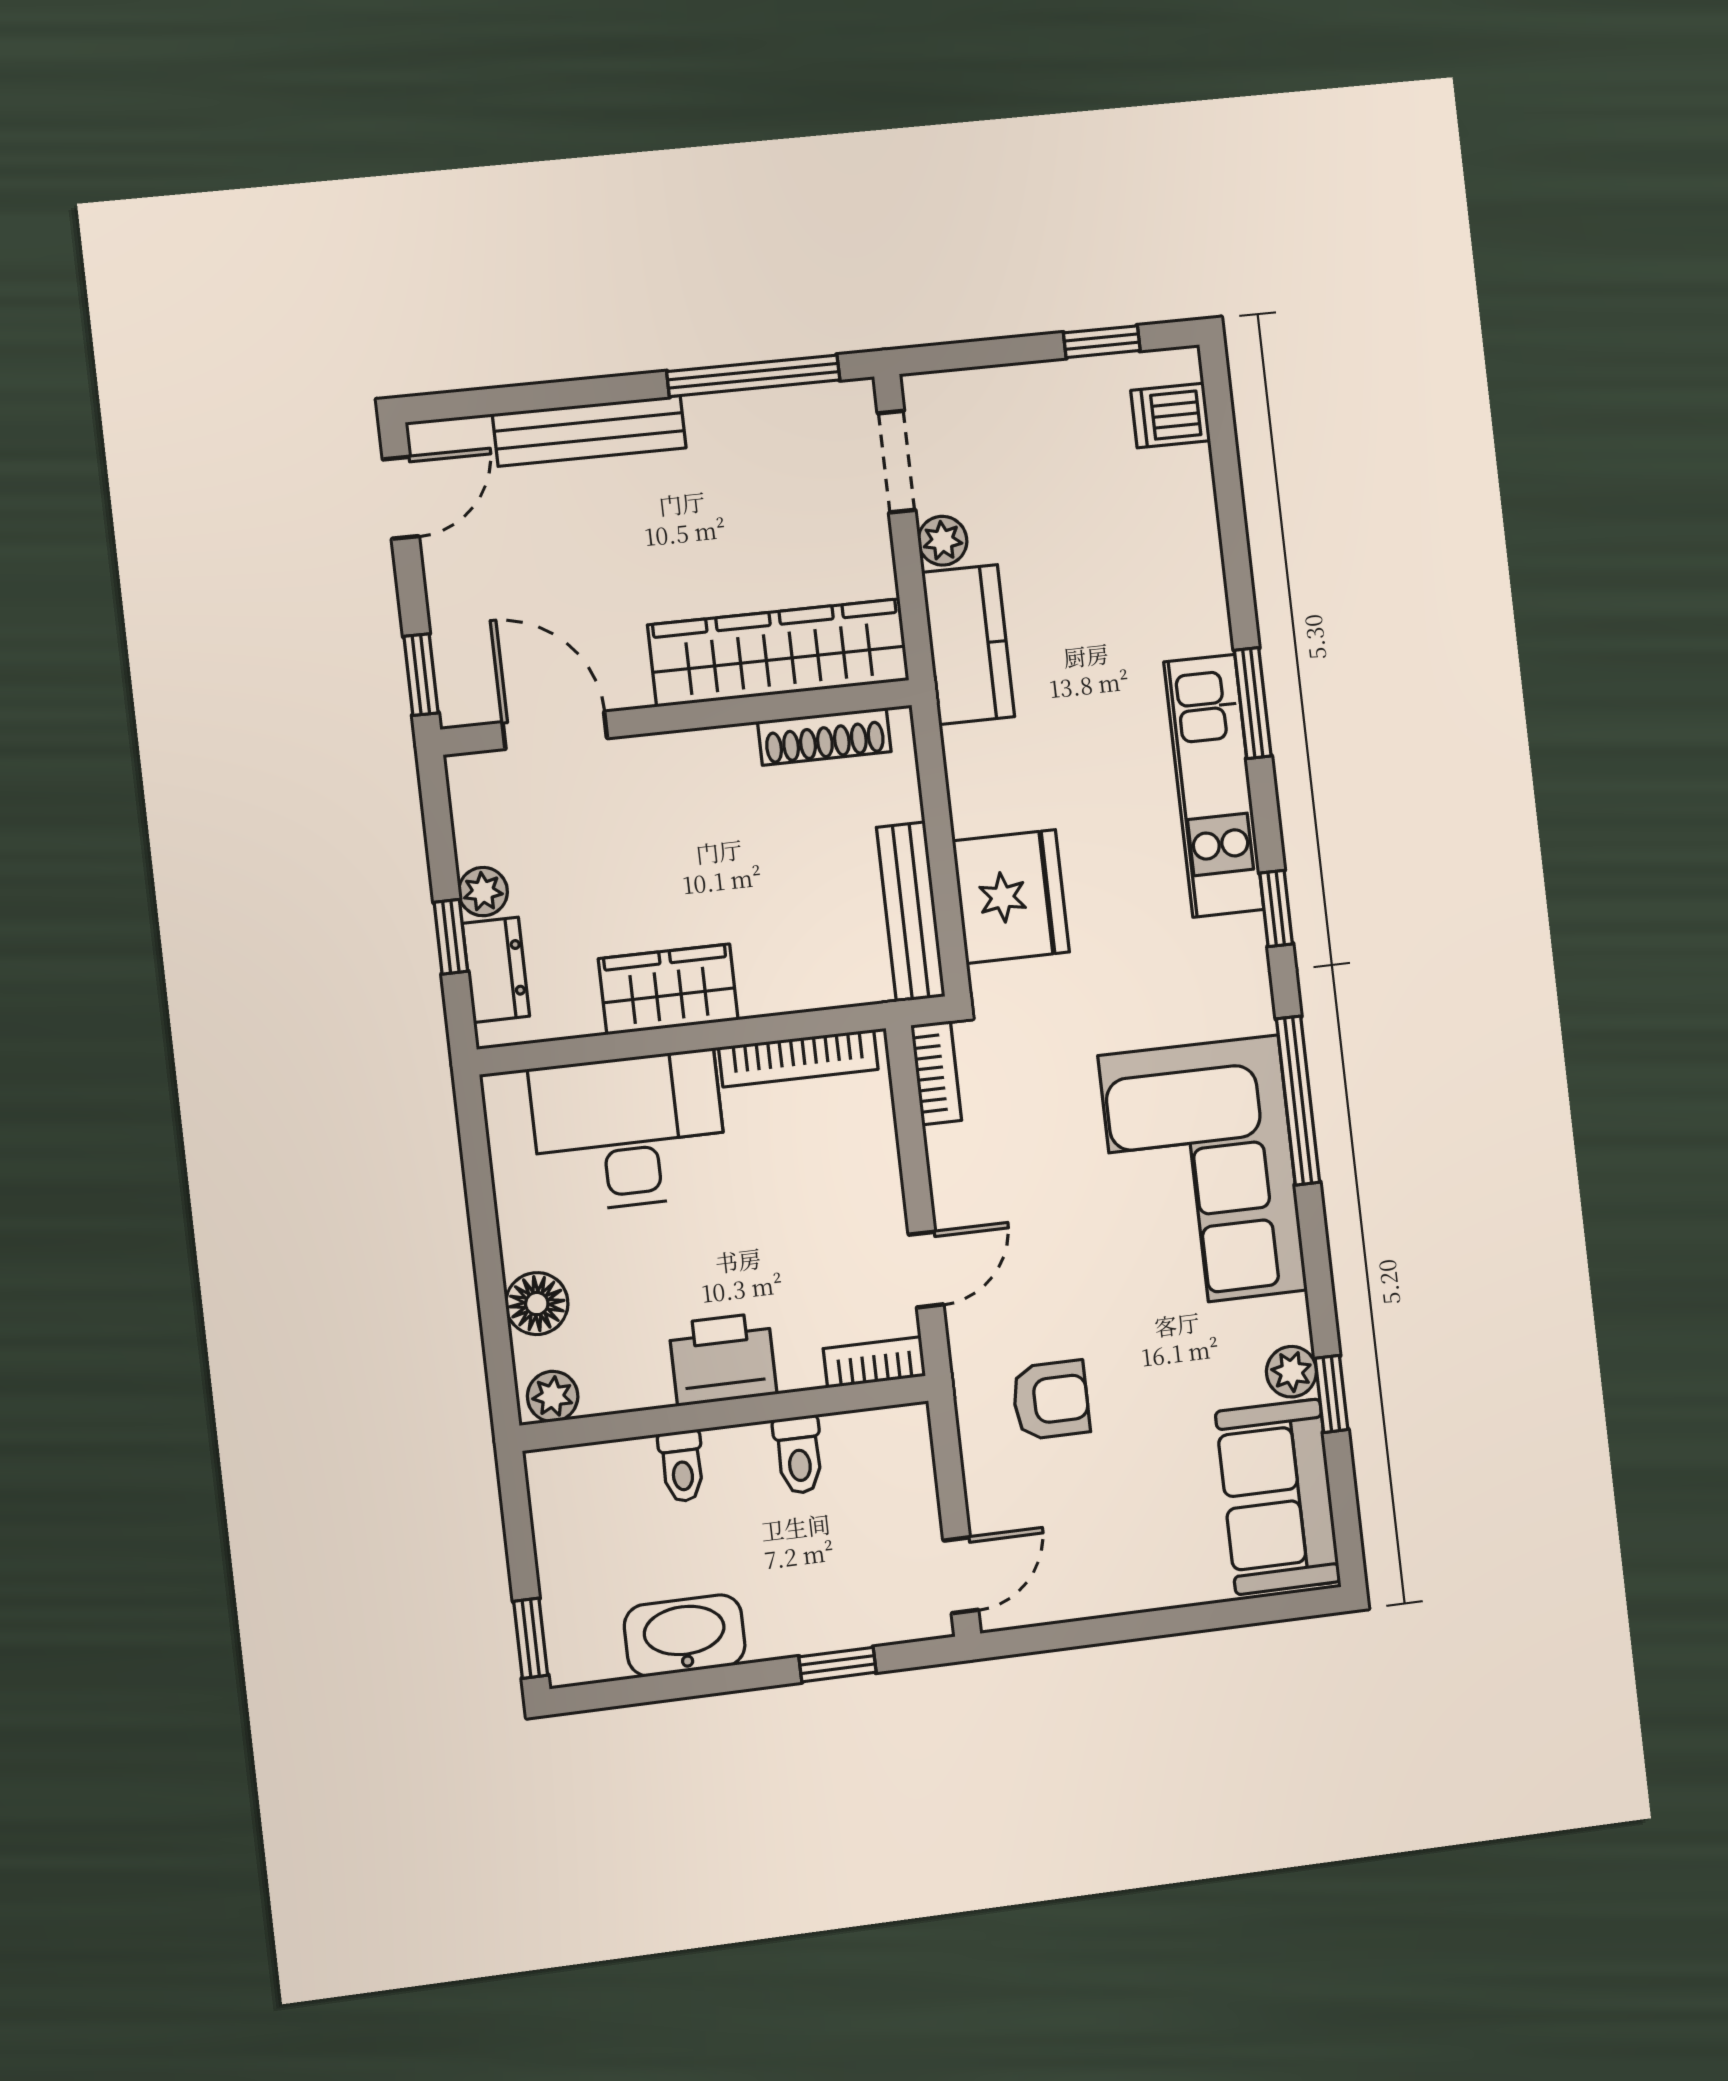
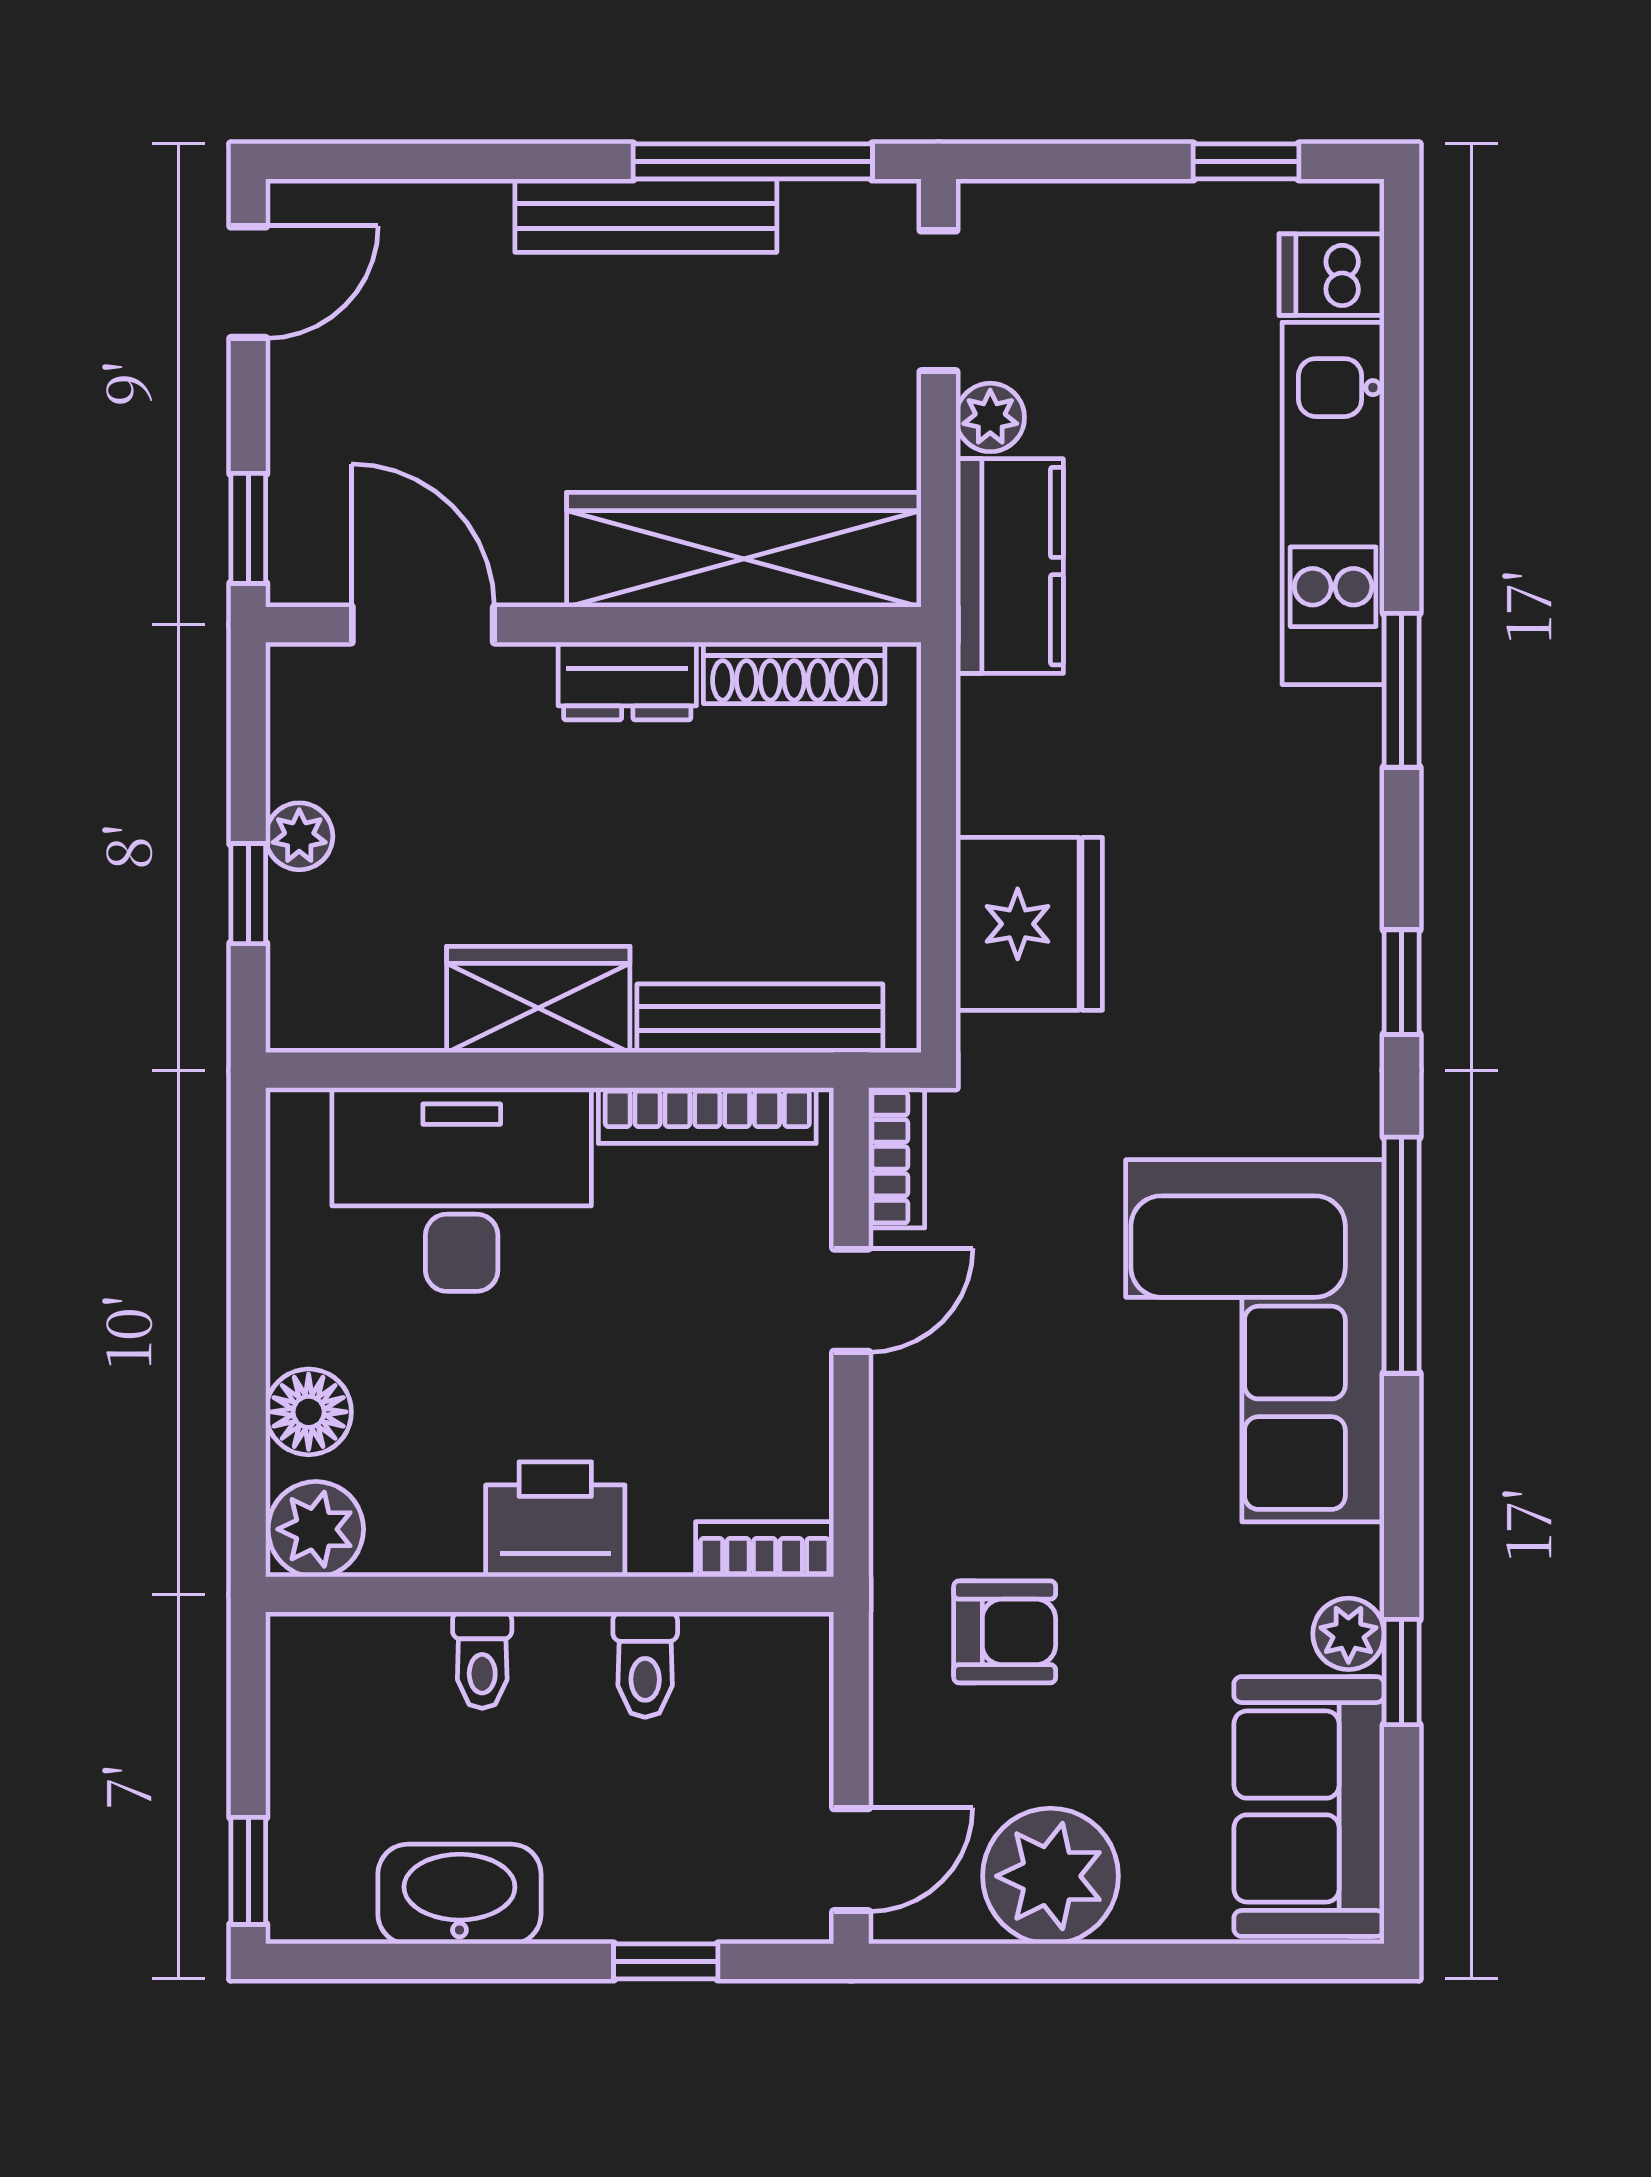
bench: (589, 431) -> (646, 216), moved
kitchen unit: (1214, 786) -> (1333, 503), moved
bench: (911, 912) -> (760, 1018), moved, turned 90
dresser: (496, 970) -> (627, 681), moved, turned 90
door: (926, 1270) -> (851, 1300), moved
plant: (553, 1396) -> (316, 1529), width x1.38, depth x1.38
plant: (1103, 1569) -> (1051, 1876), added

